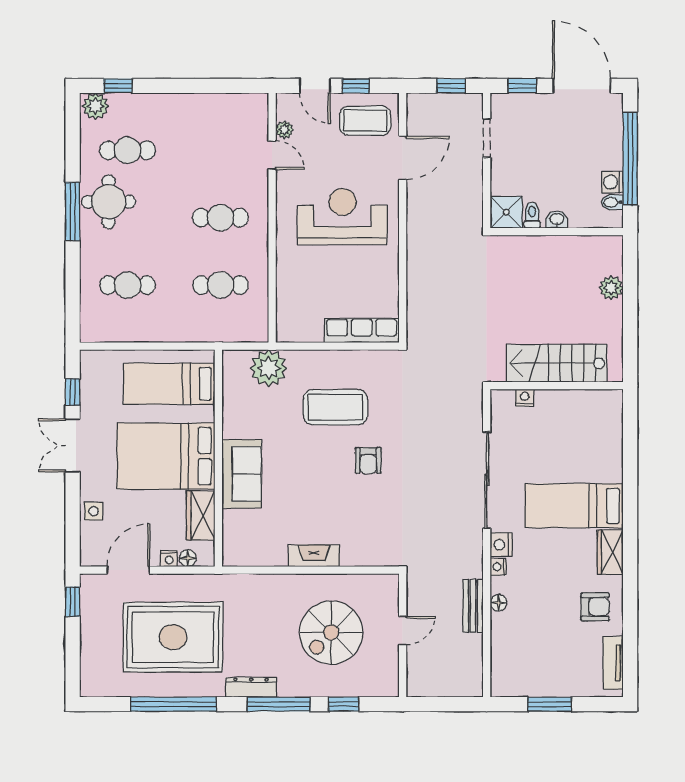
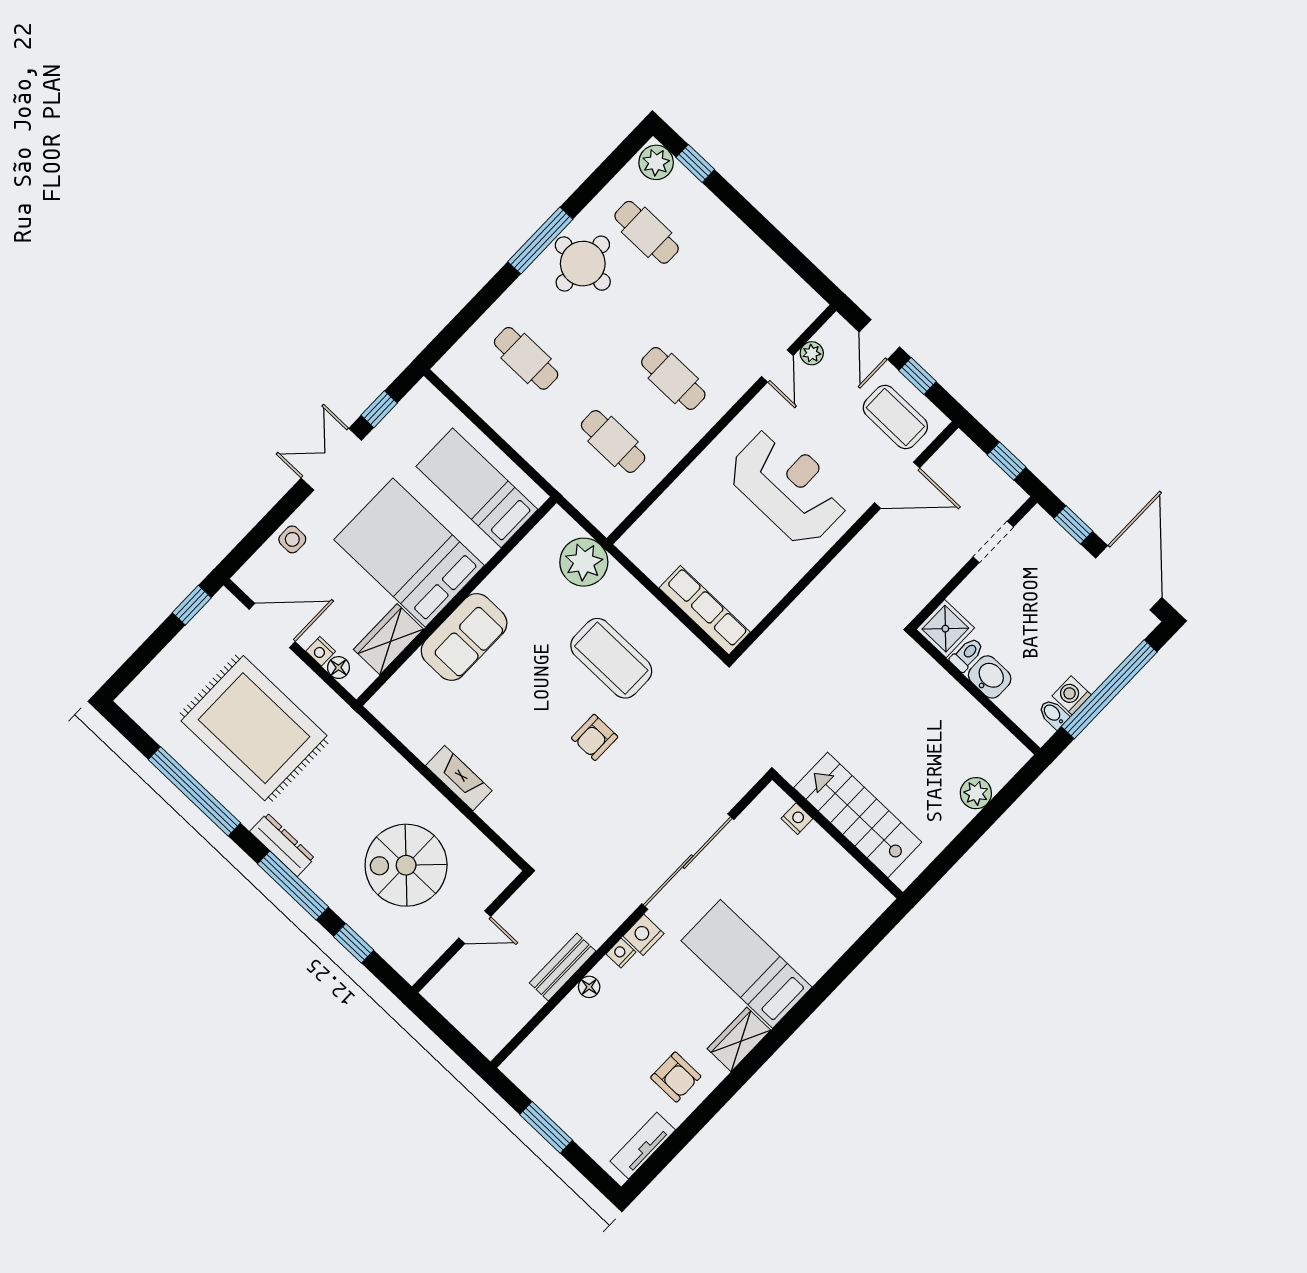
washbasin: (557, 219) -> (990, 677), width x1.38, depth x1.45

